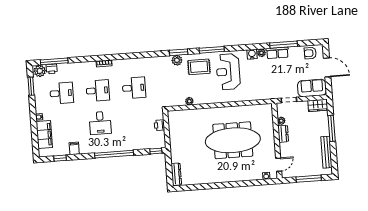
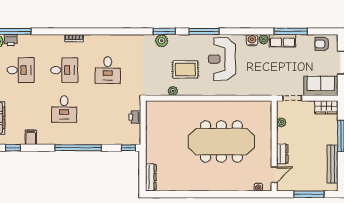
rug: (199, 67) -> (185, 69), moved
desk: (134, 88) -> (108, 70), turned 90
dresser: (283, 134) -> (282, 154), moved

